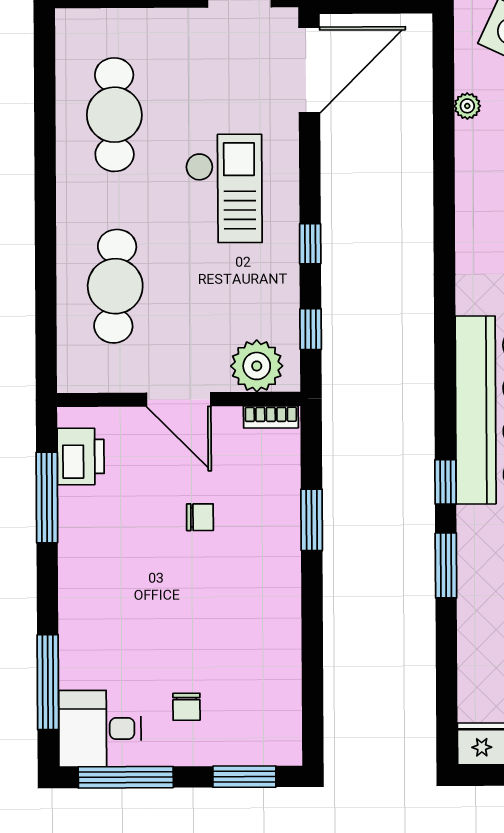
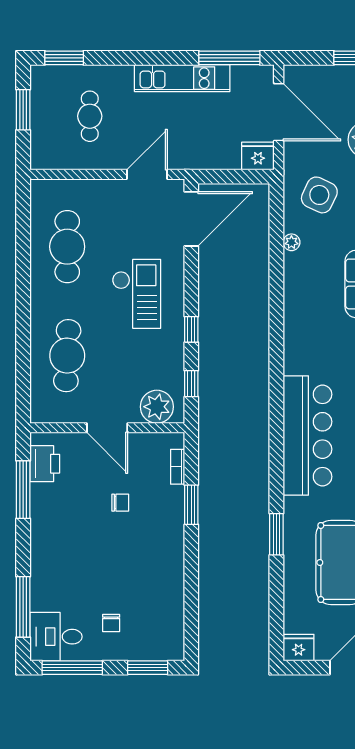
bookcase: (271, 417) -> (178, 467), moved, turned 90
window: (446, 482) -> (276, 481), removed

